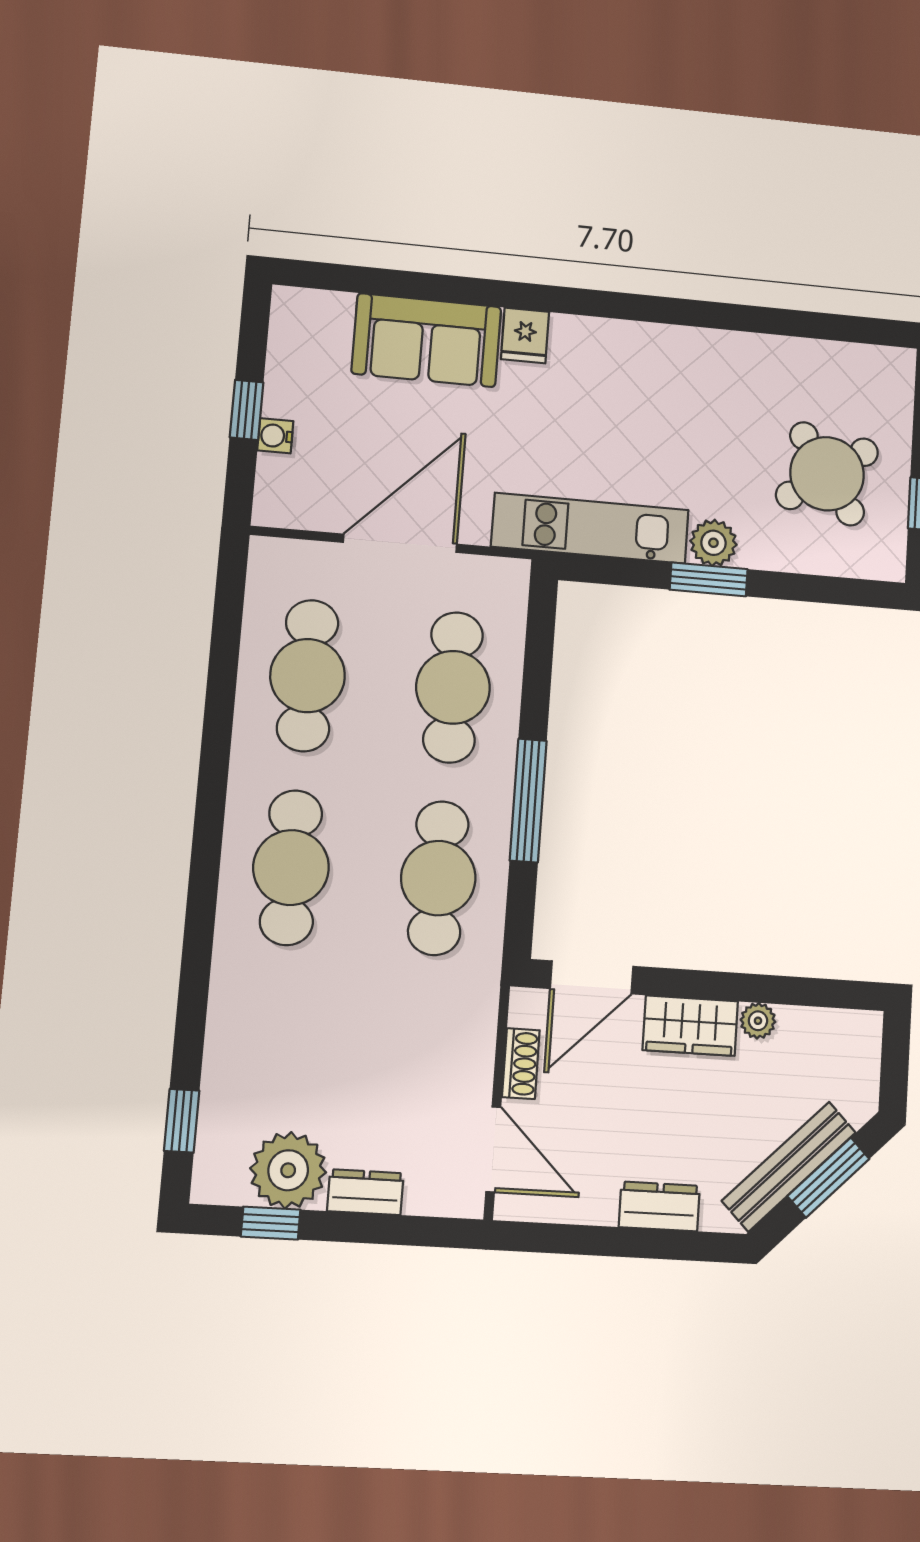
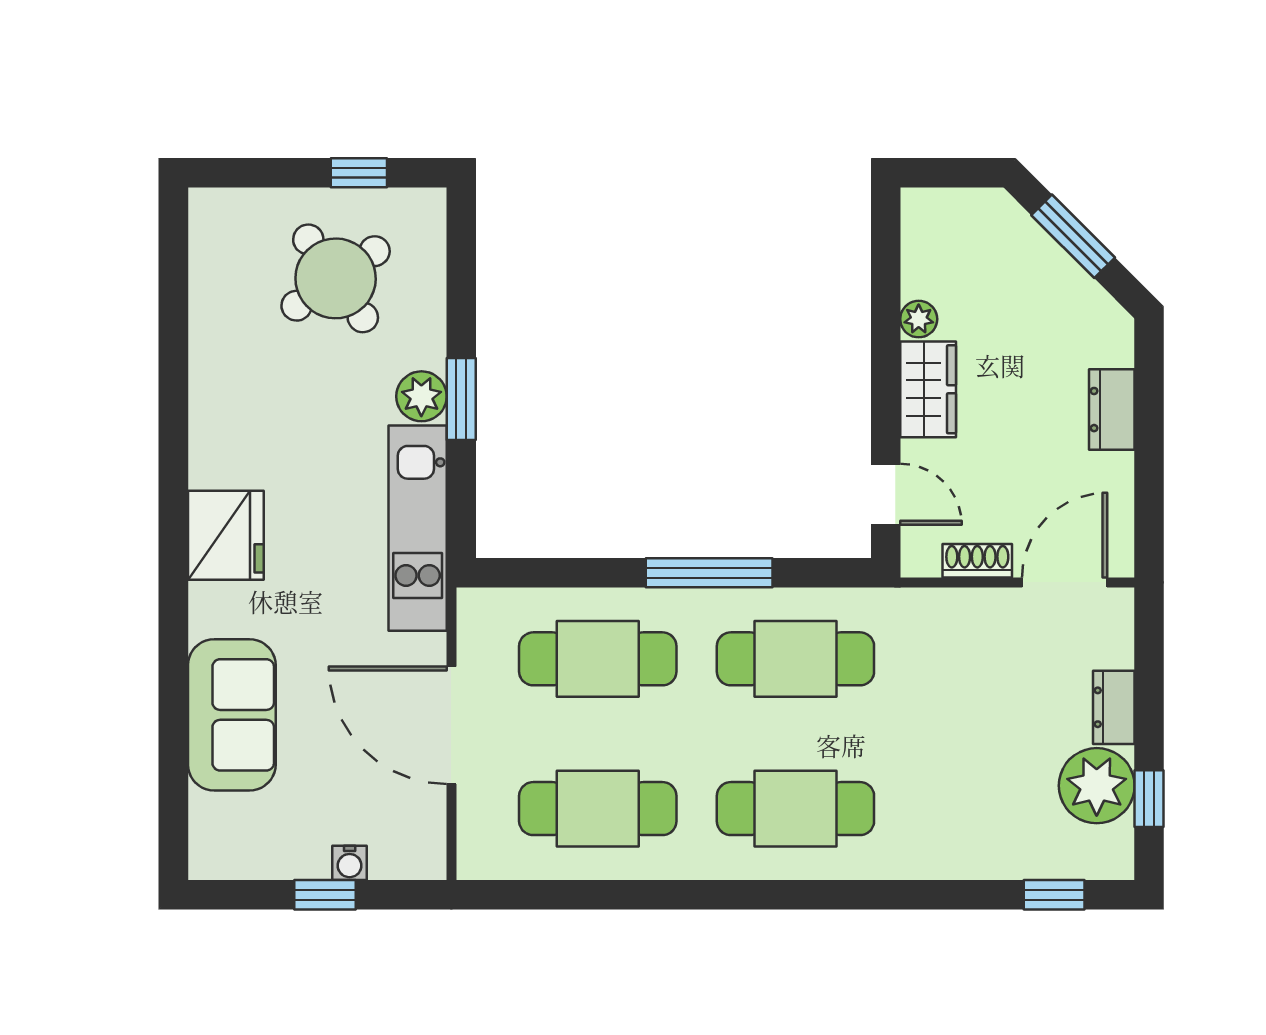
fridge: (525, 336) -> (226, 535), moved, width x1.88, depth x1.34
door: (592, 977) -> (886, 494), width x0.73
bench: (789, 1167) -> (1065, 278), removed

